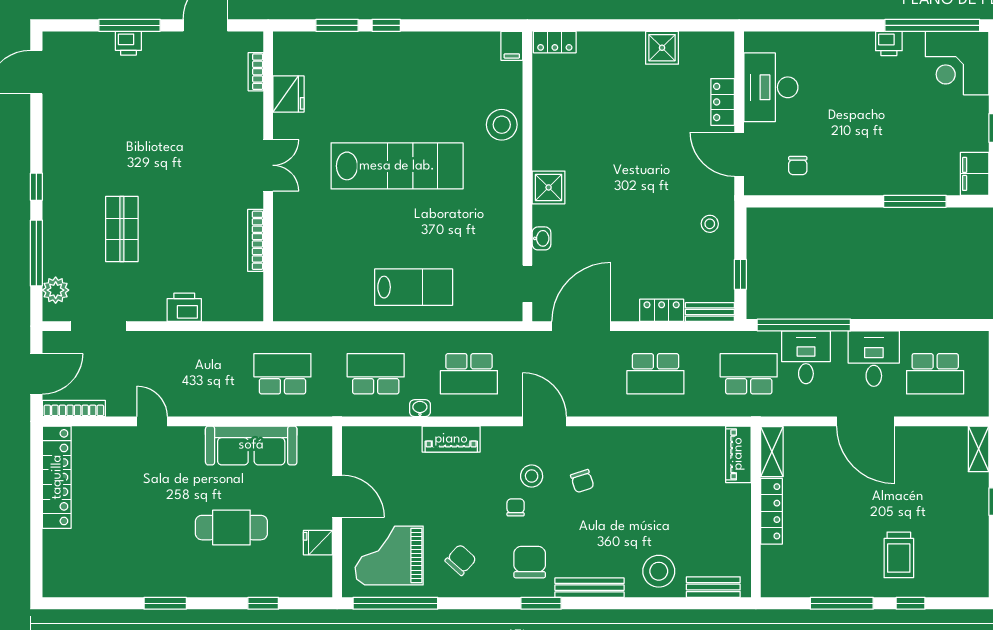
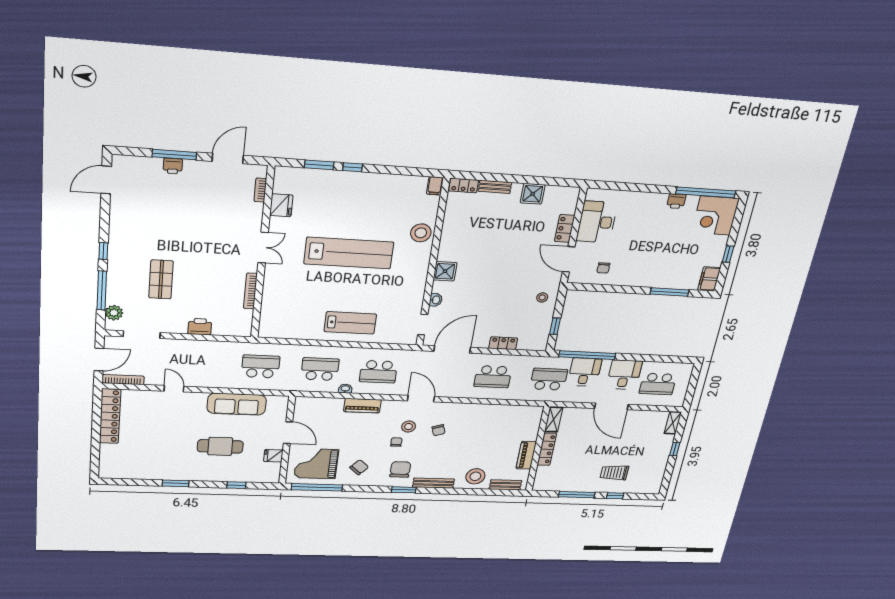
bench: (710, 312) -> (495, 187), moved
piano: (738, 454) -> (526, 455), moved
trolley: (899, 555) -> (614, 473), turned 90

